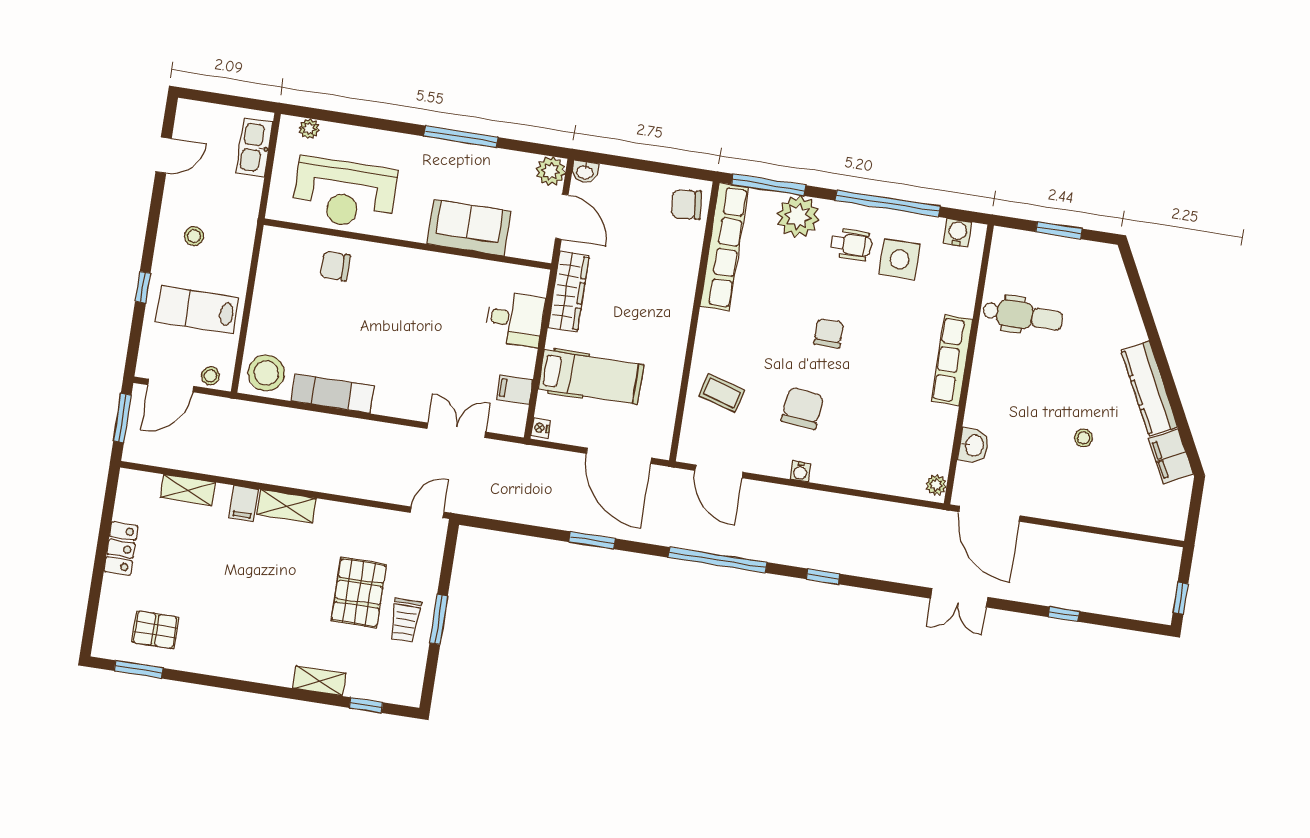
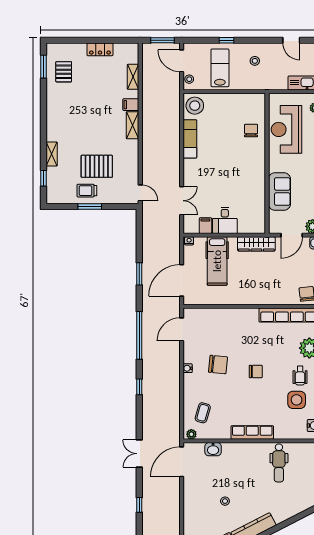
desk: (515, 319) -> (225, 220), moved
coffee table: (722, 393) -> (203, 413), moved

